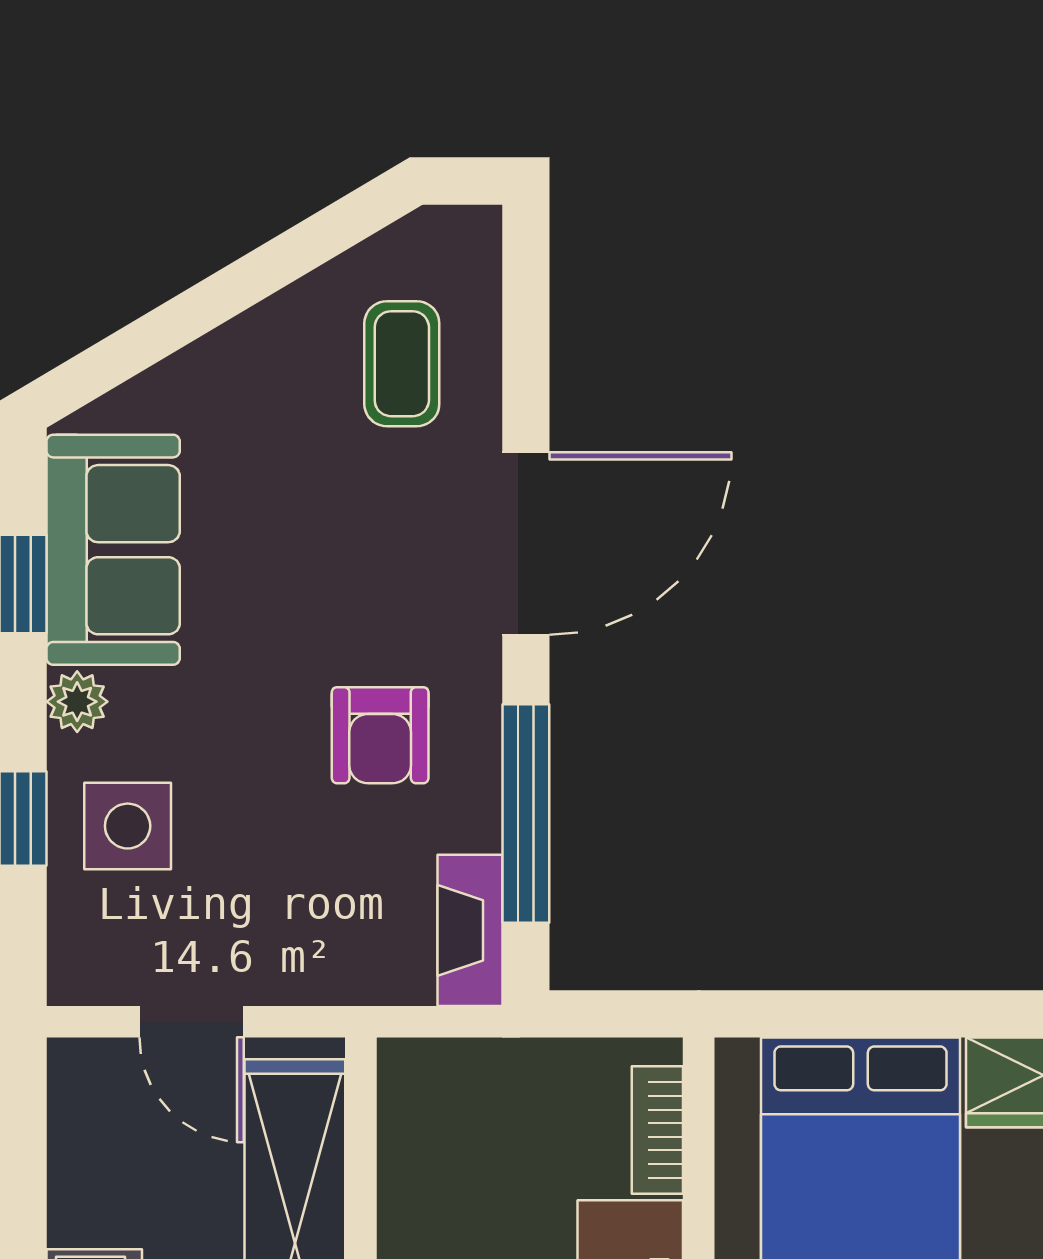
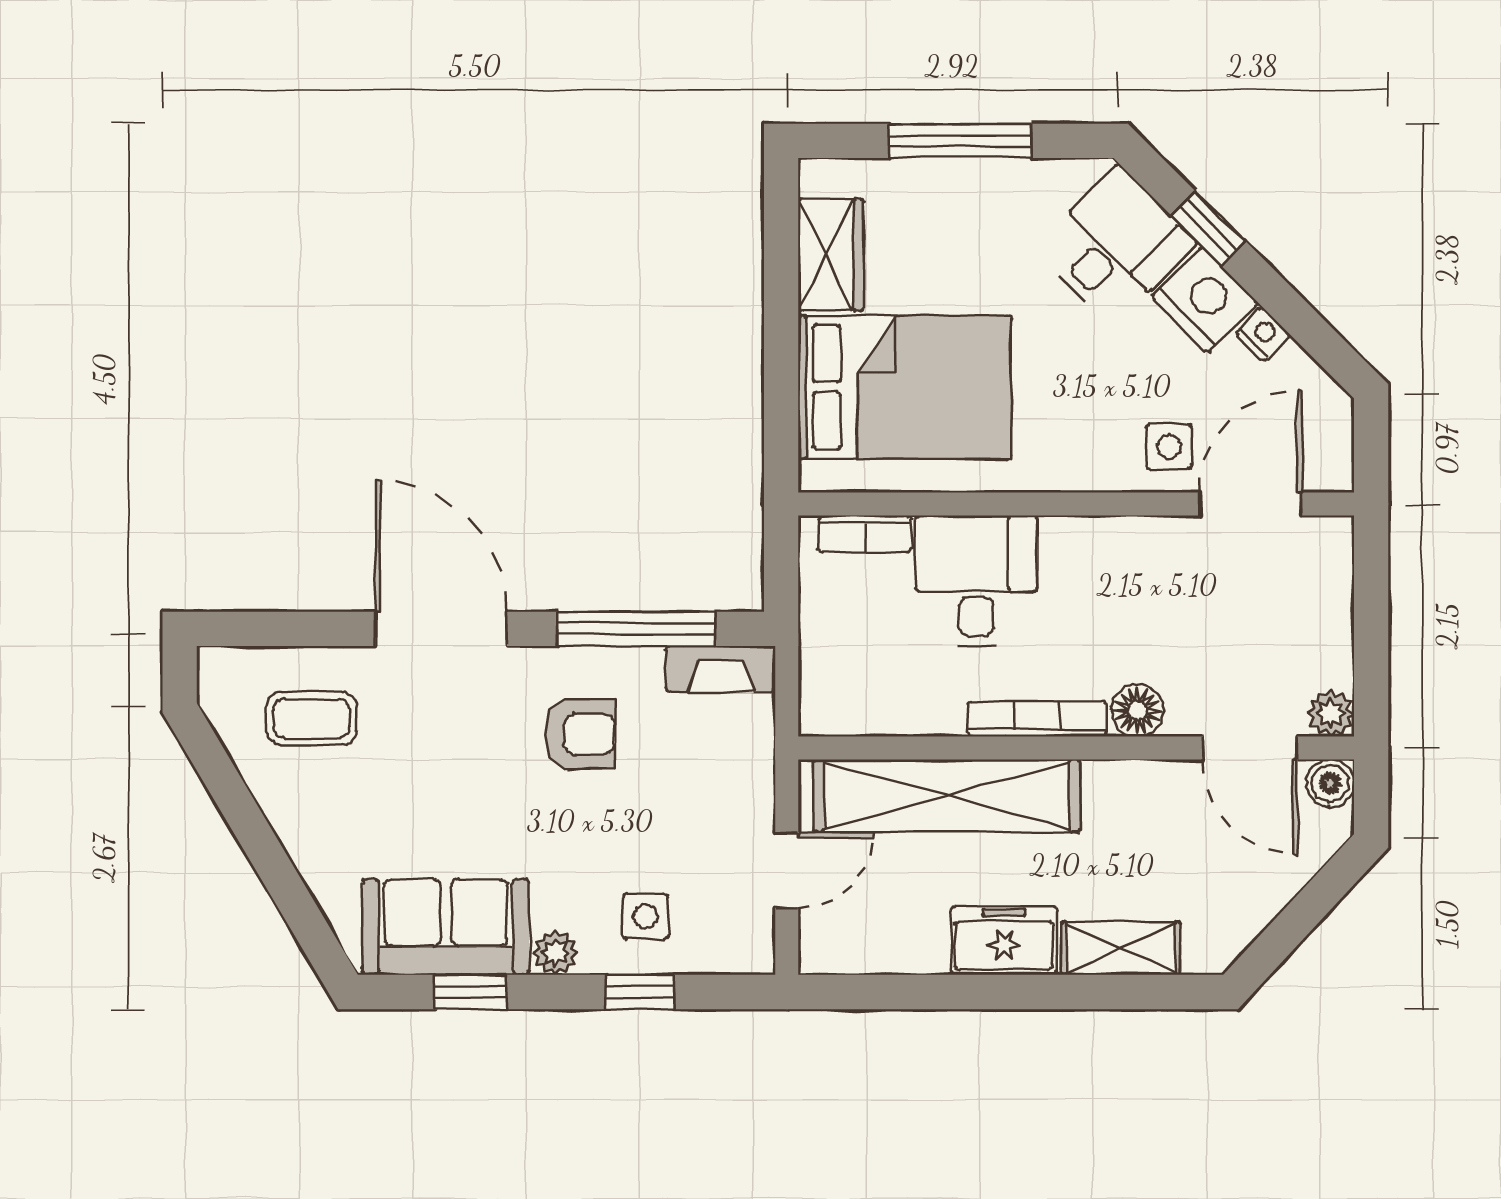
side table: (128, 826) -> (645, 916), width x0.73, depth x0.73

